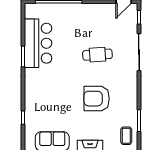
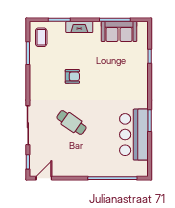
cafe table: (97, 55) -> (71, 123), turned 39
armchair: (97, 99) -> (72, 76), width x0.53, depth x0.53

